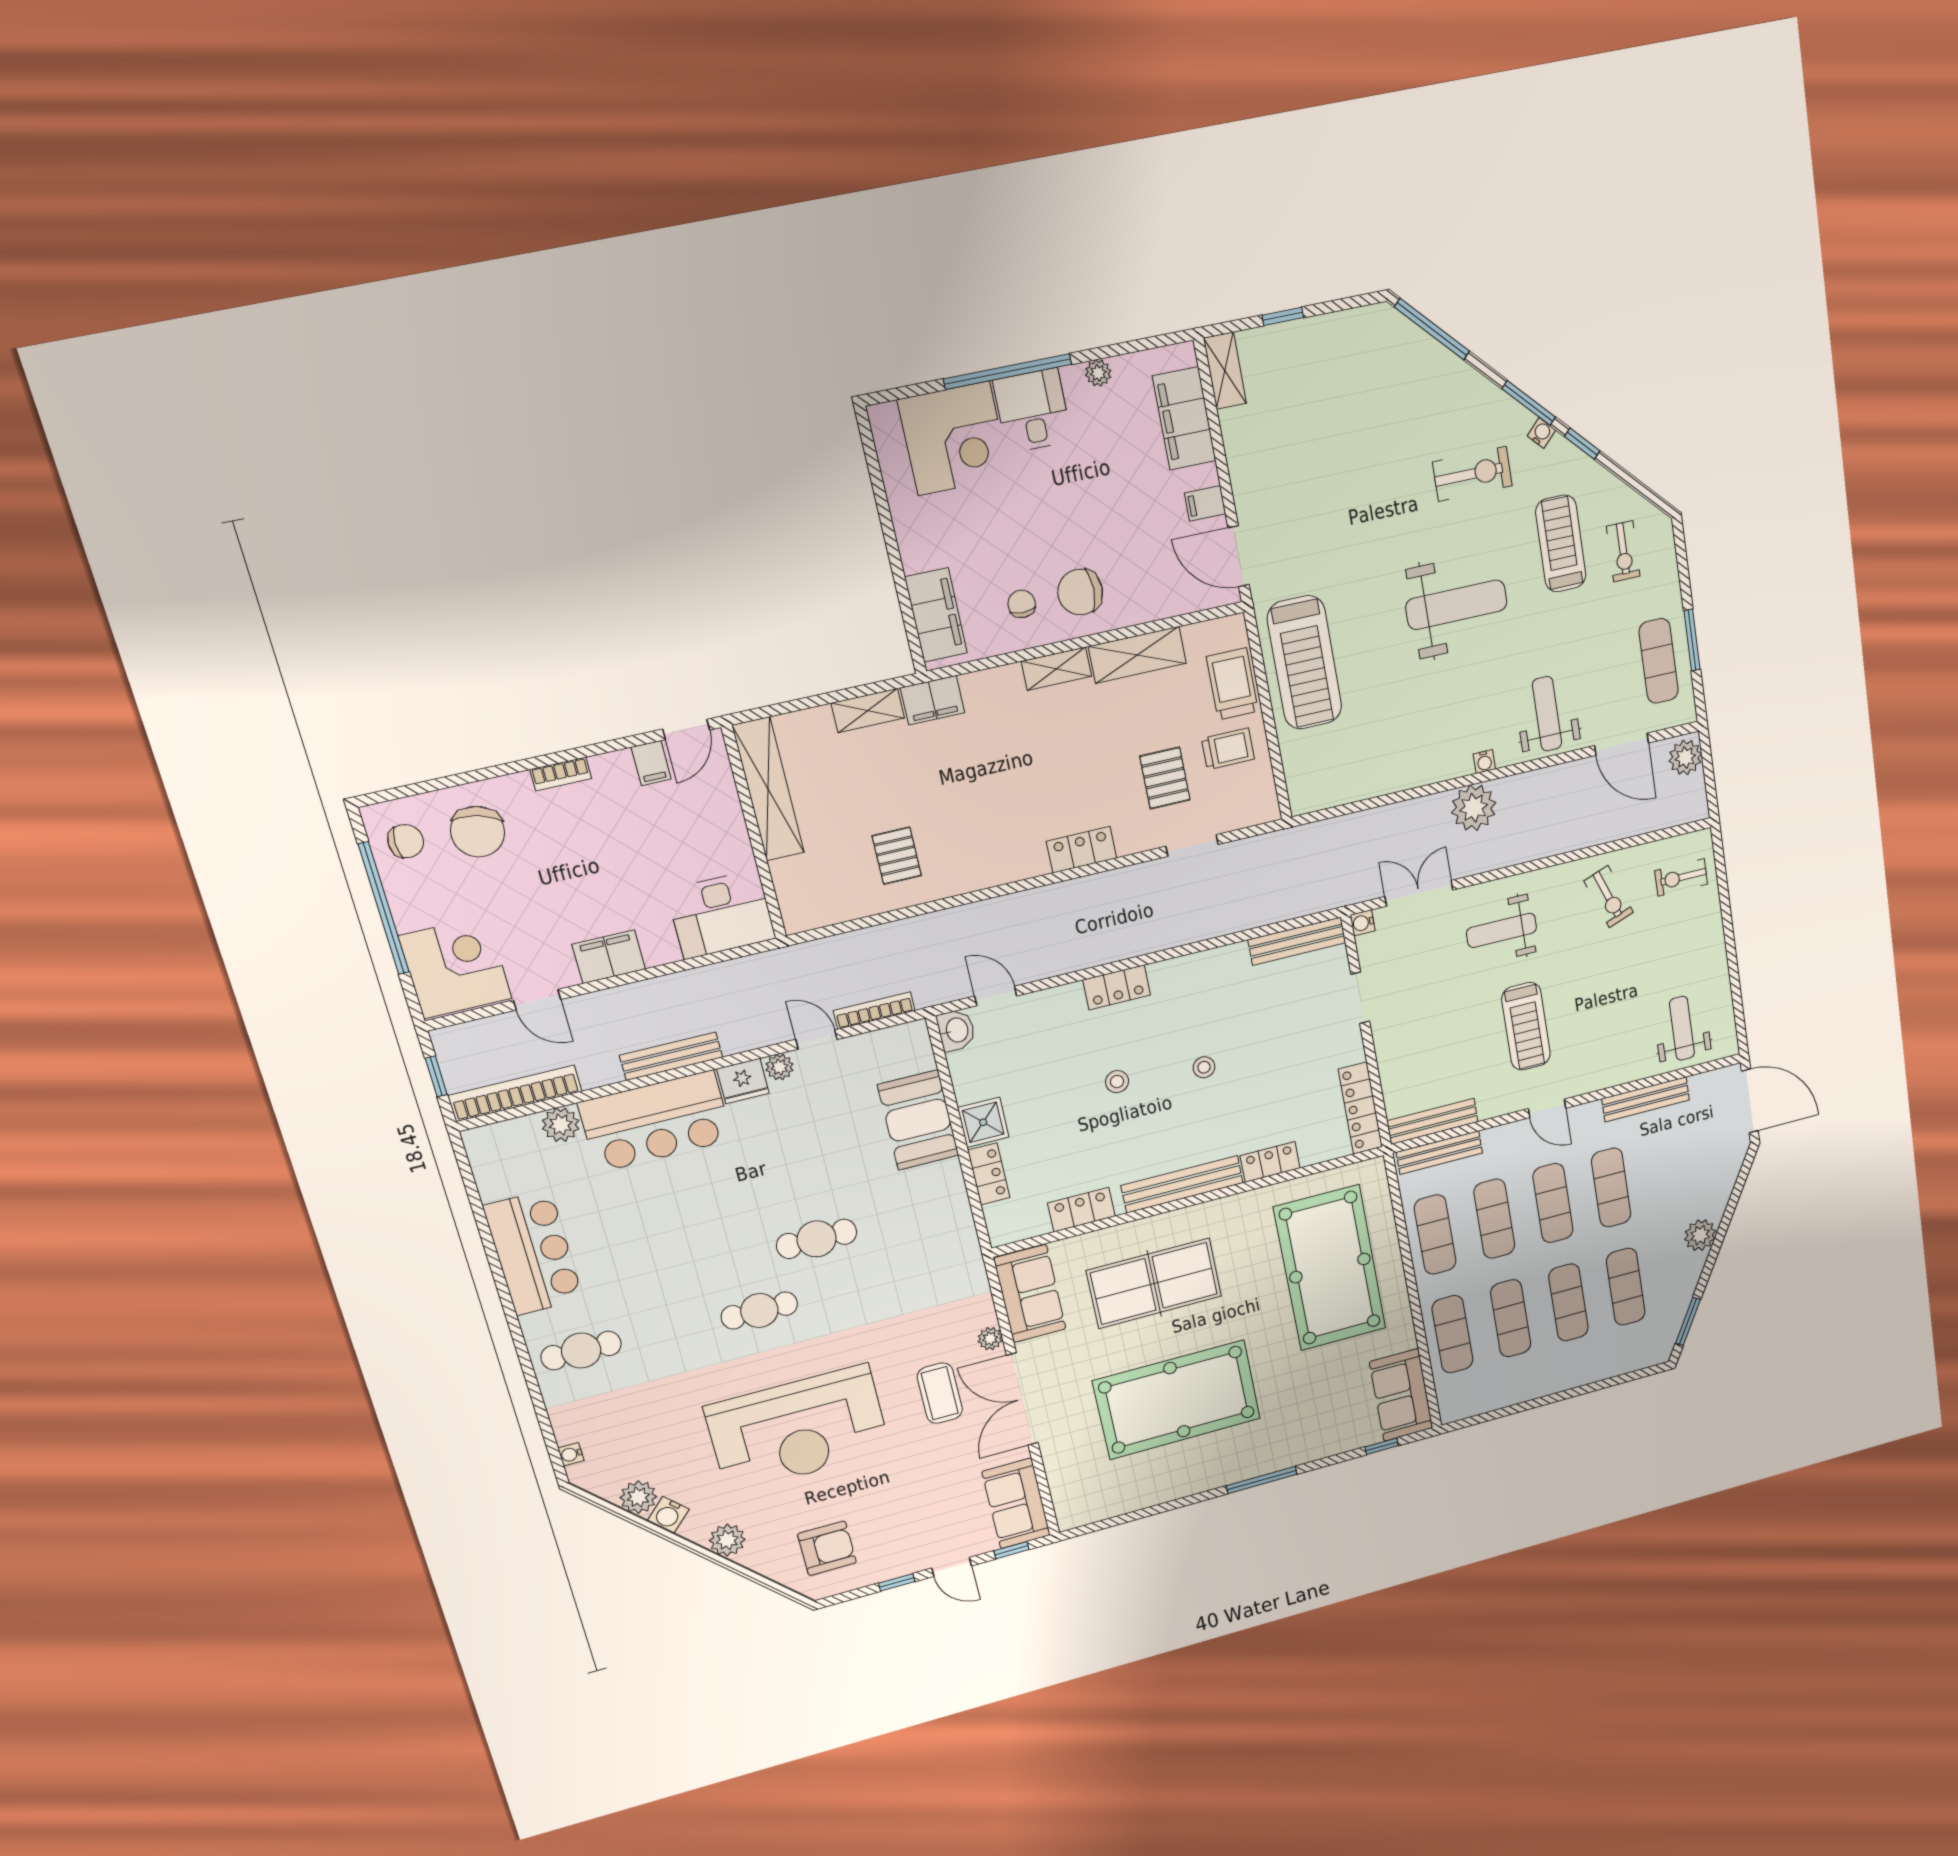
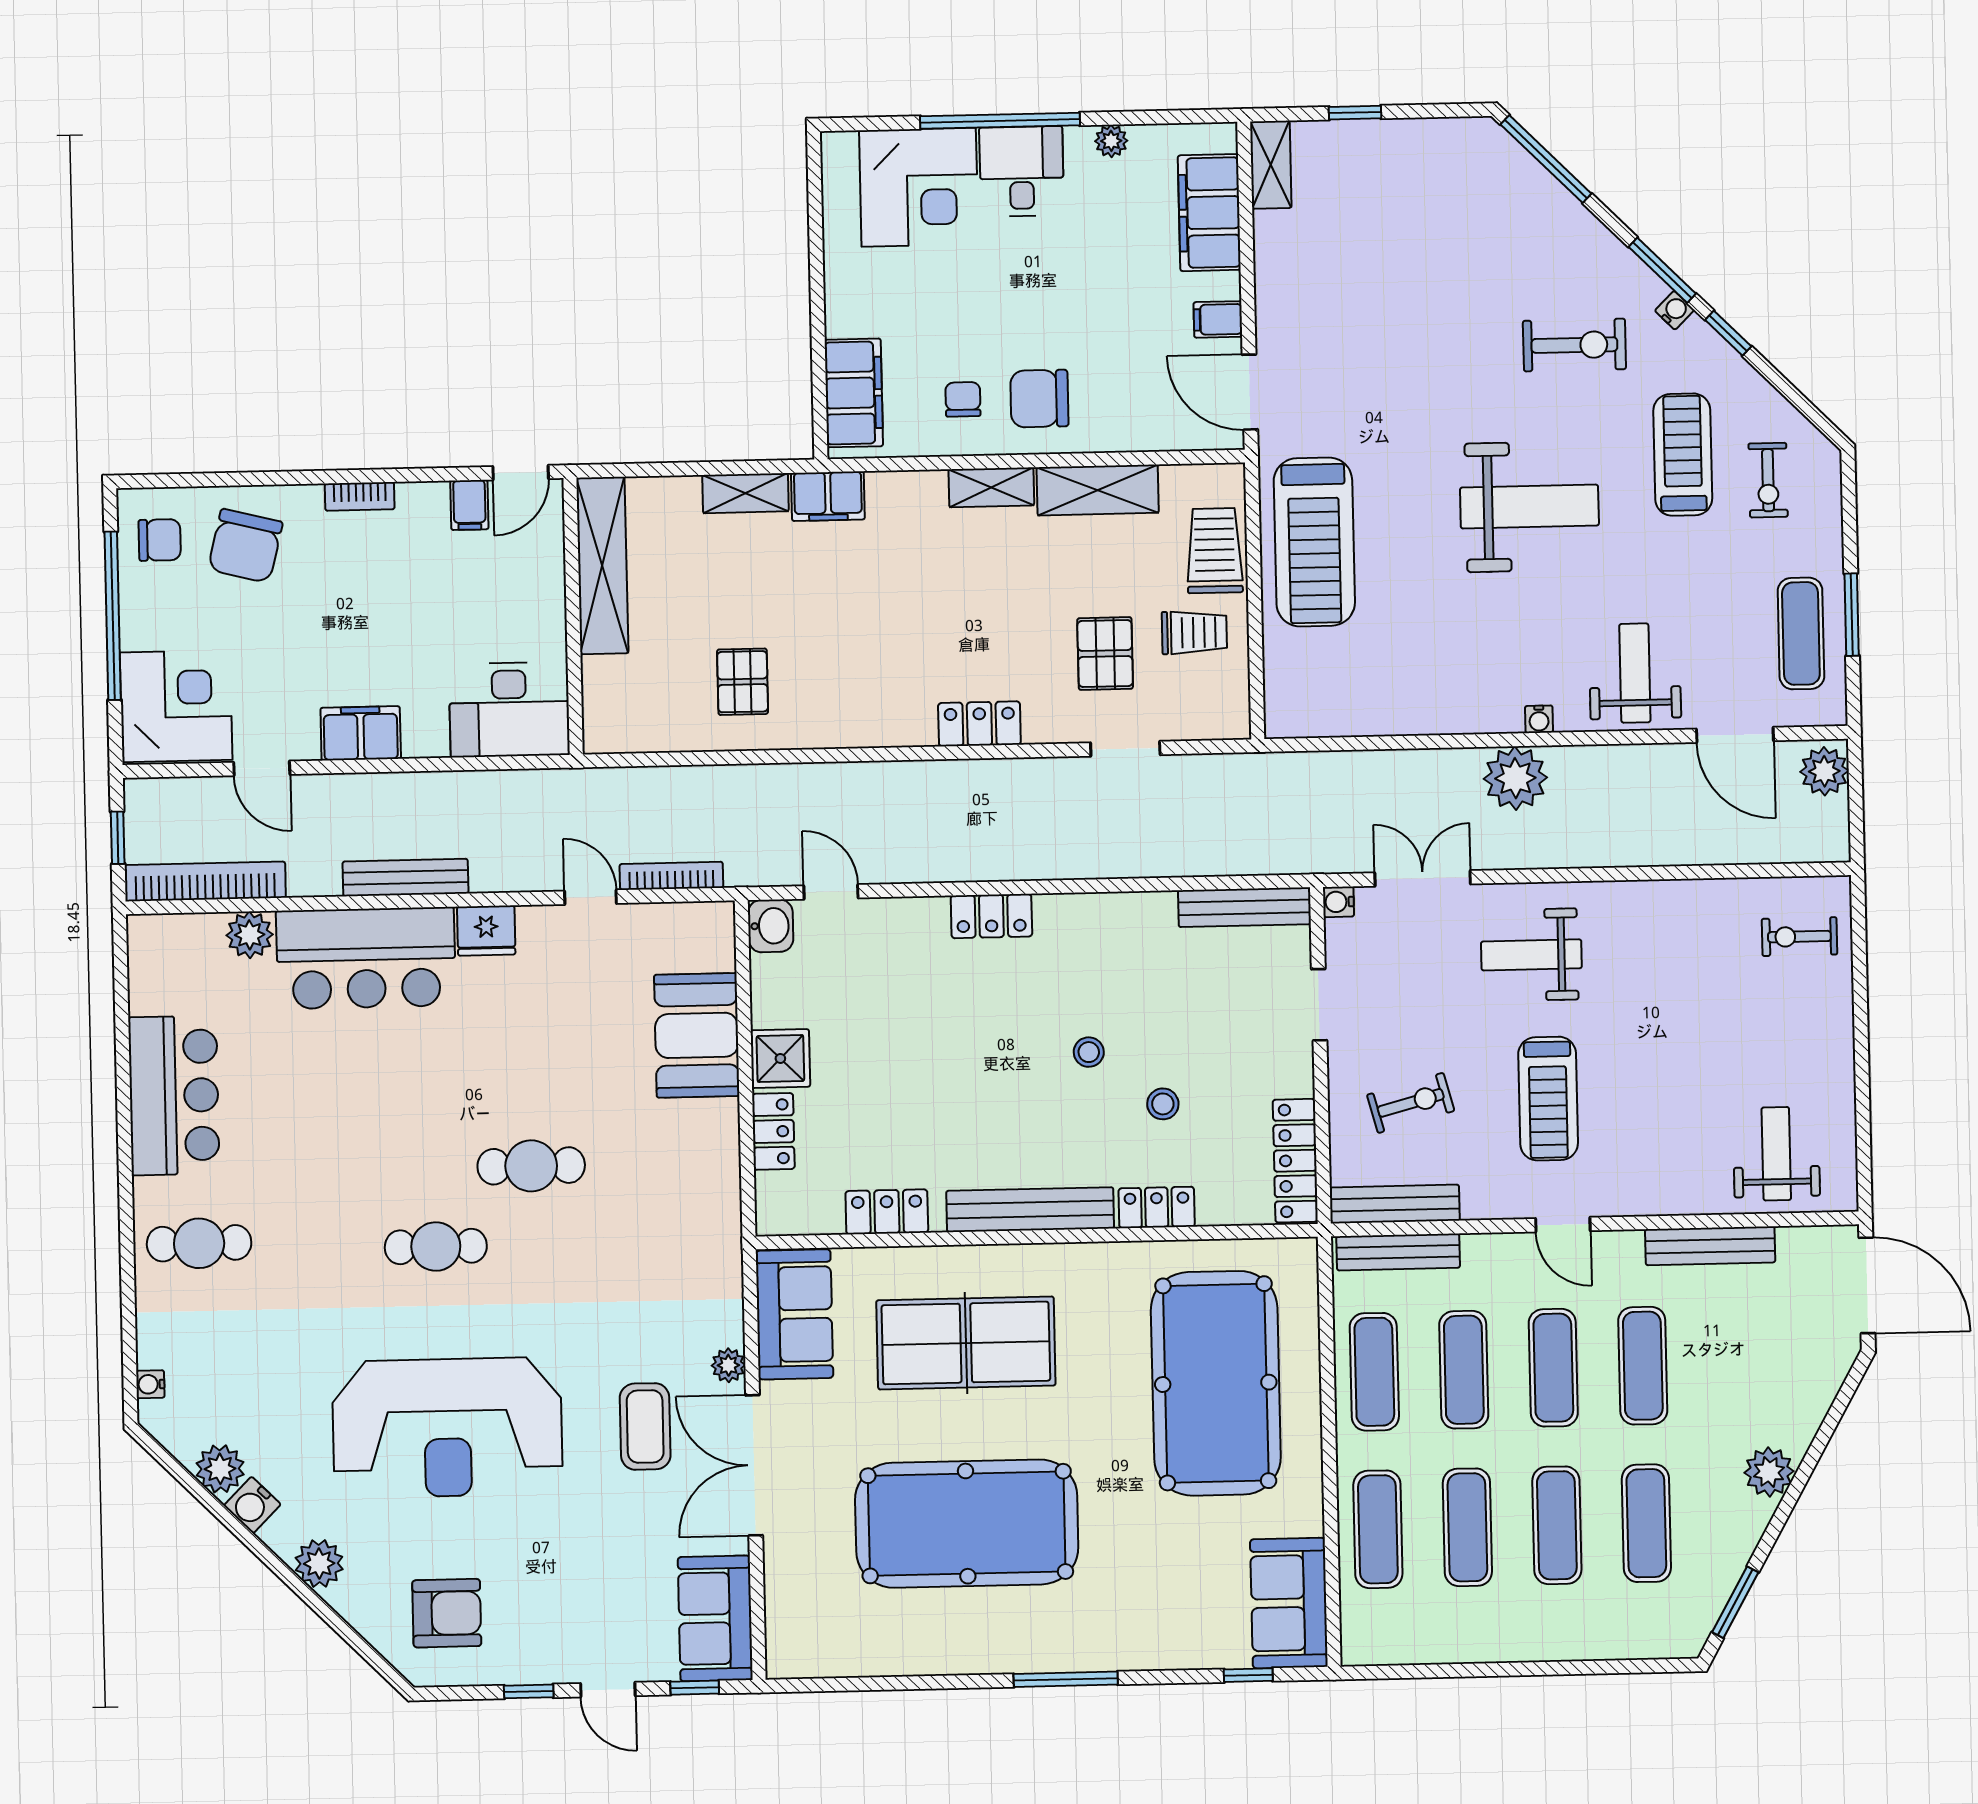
exercise bike: (1609, 897) -> (1411, 1103), moved, turned -85
plant: (779, 1067) -> (536, 923), removed
stool: (1117, 1082) -> (1163, 1104), moved

